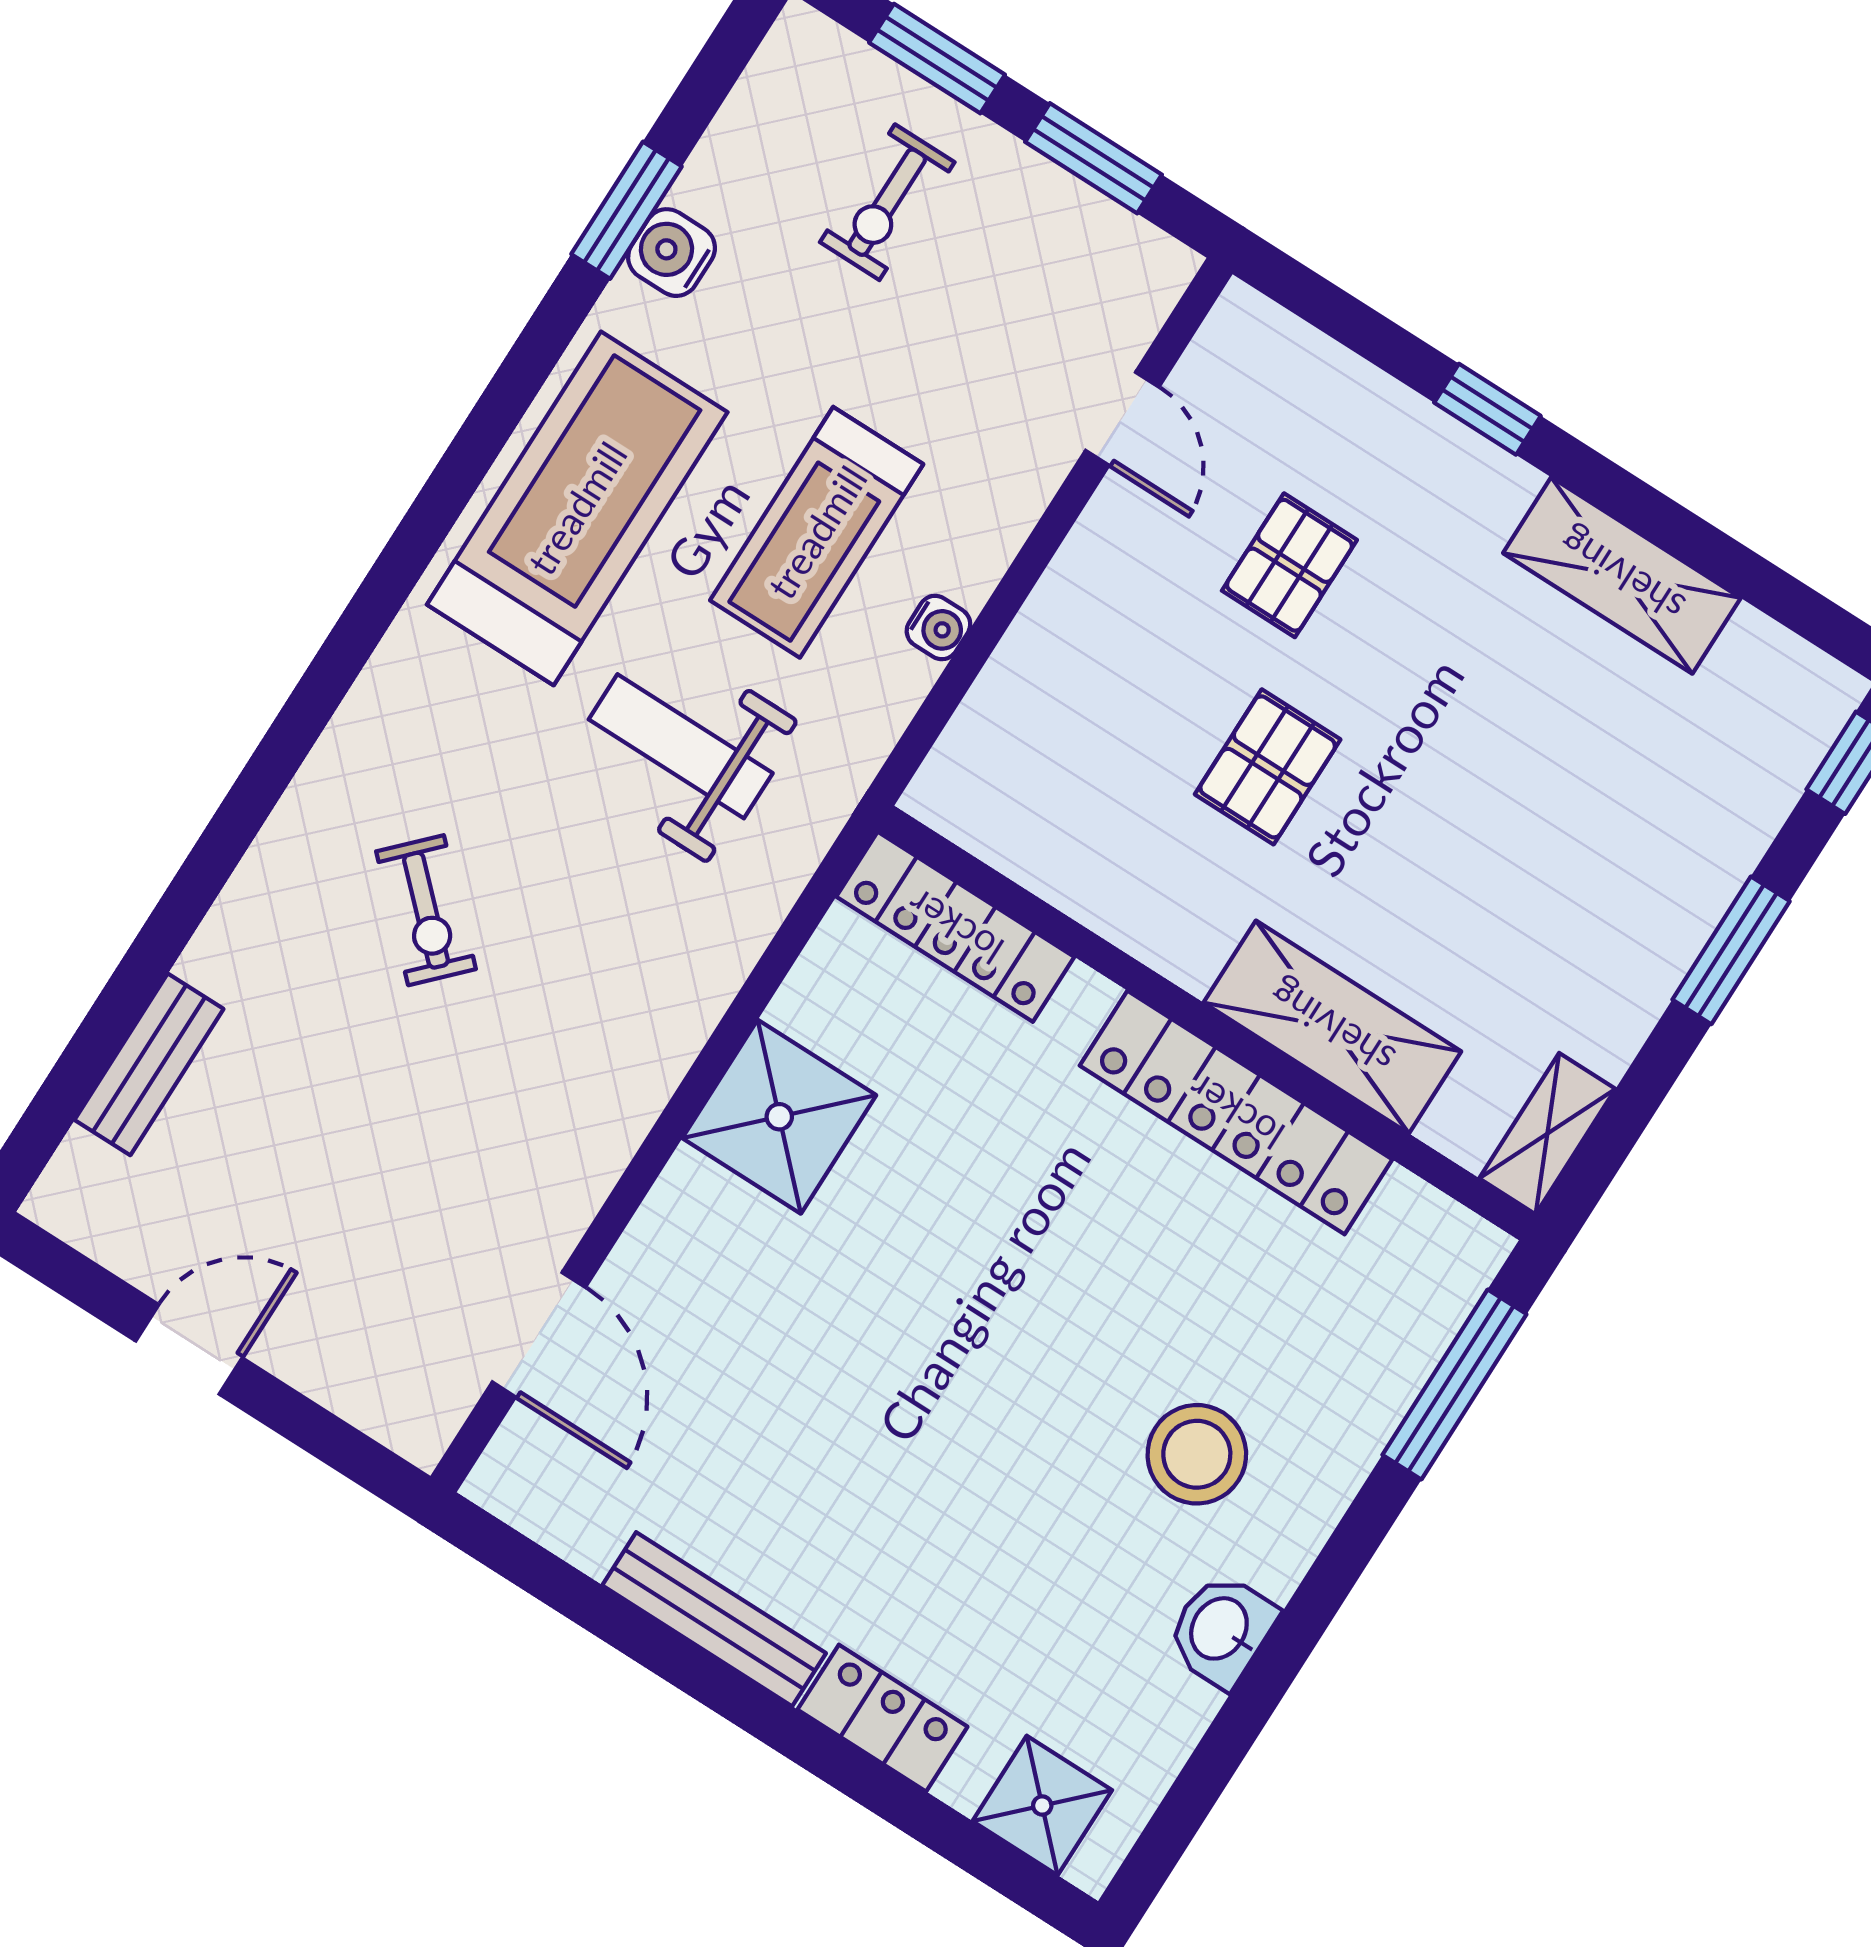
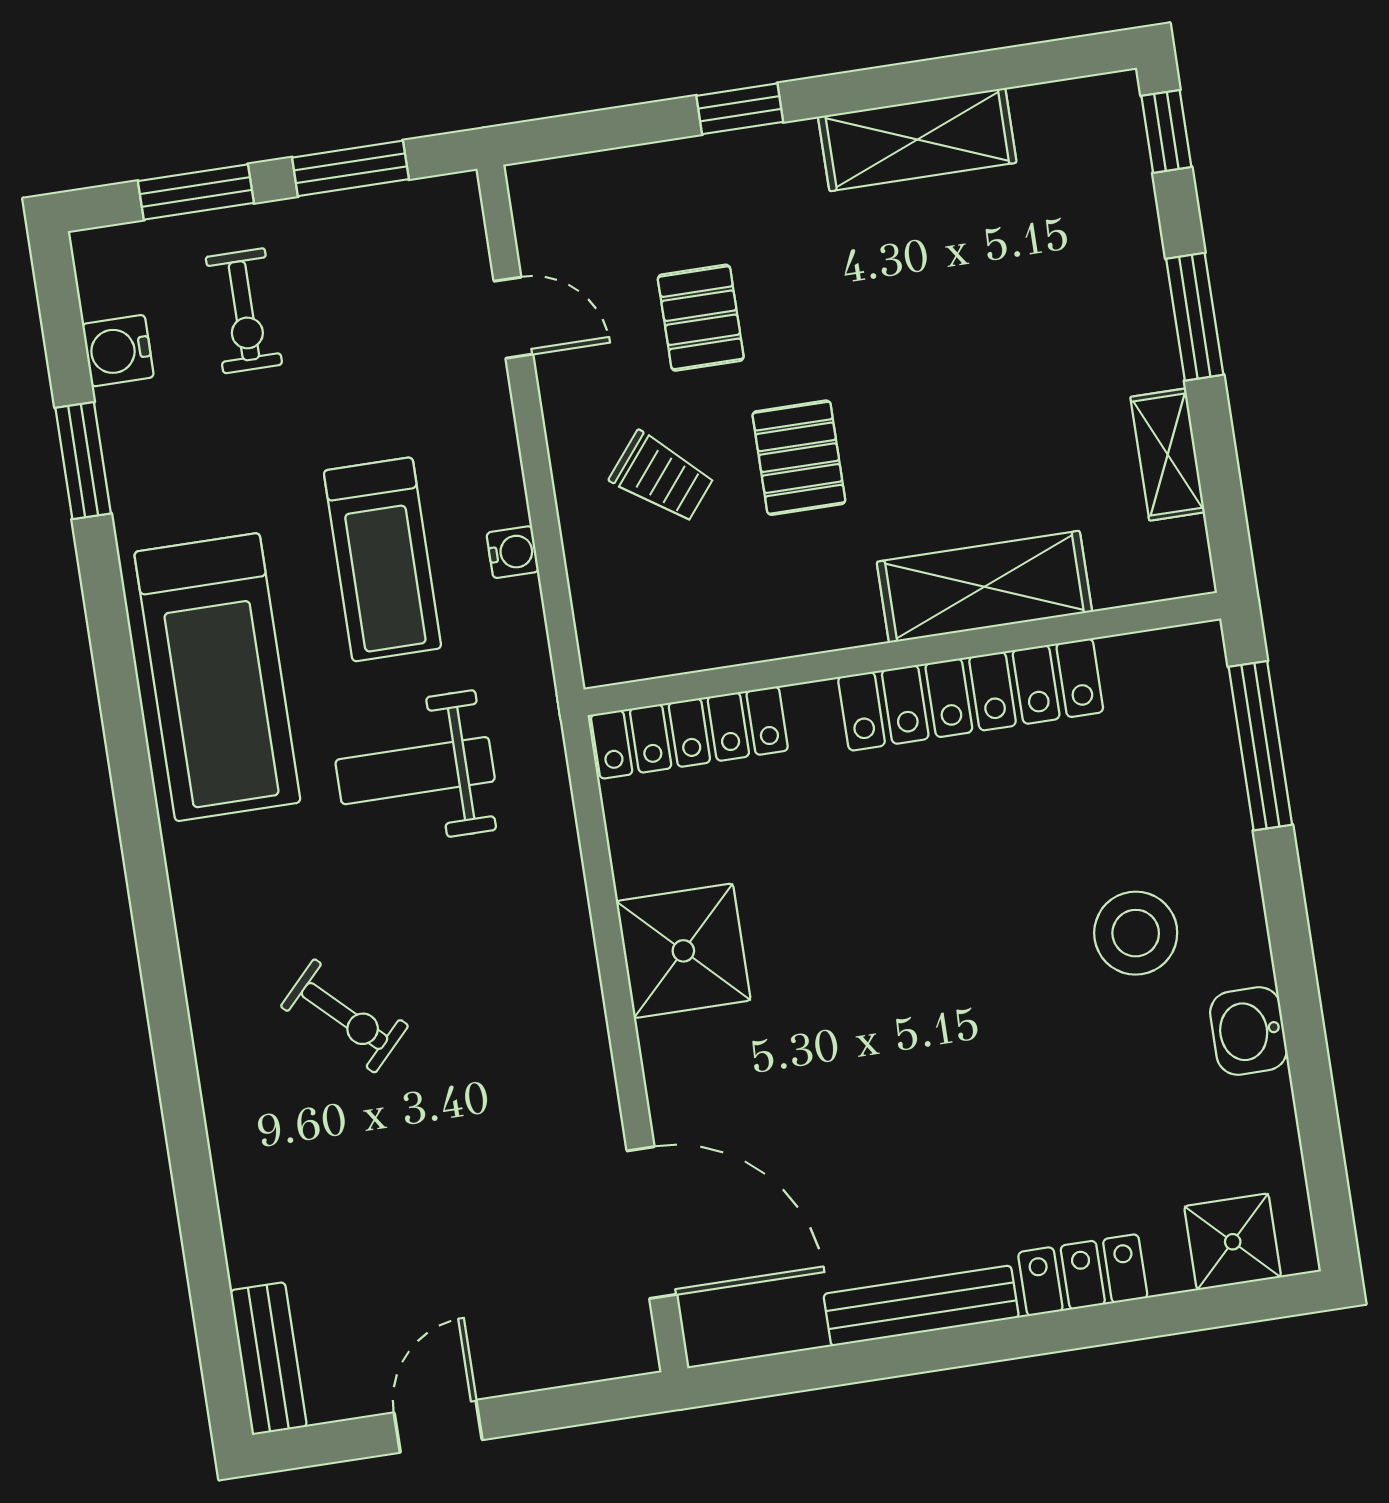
water cooler: (672, 253) -> (118, 351), moved
treadmill: (577, 508) -> (217, 677), turned 180
trolley: (1130, 677) -> (662, 477), added
bench: (149, 1064) -> (268, 1359), moved
shelving: (1547, 1134) -> (1168, 455), moved
door: (539, 1335) -> (652, 1223), width x1.36

